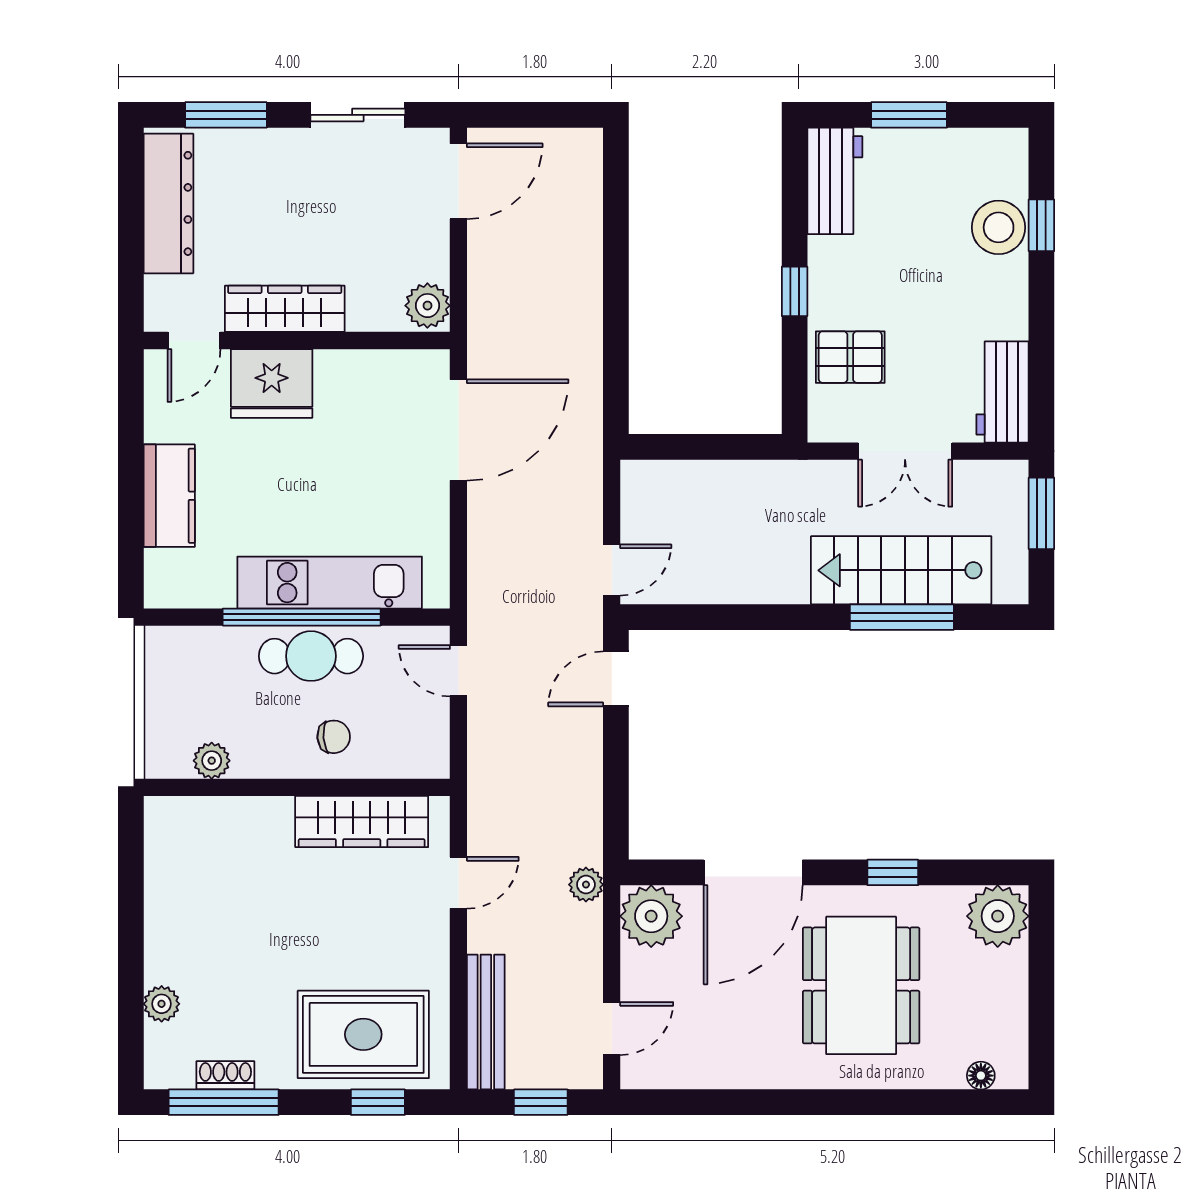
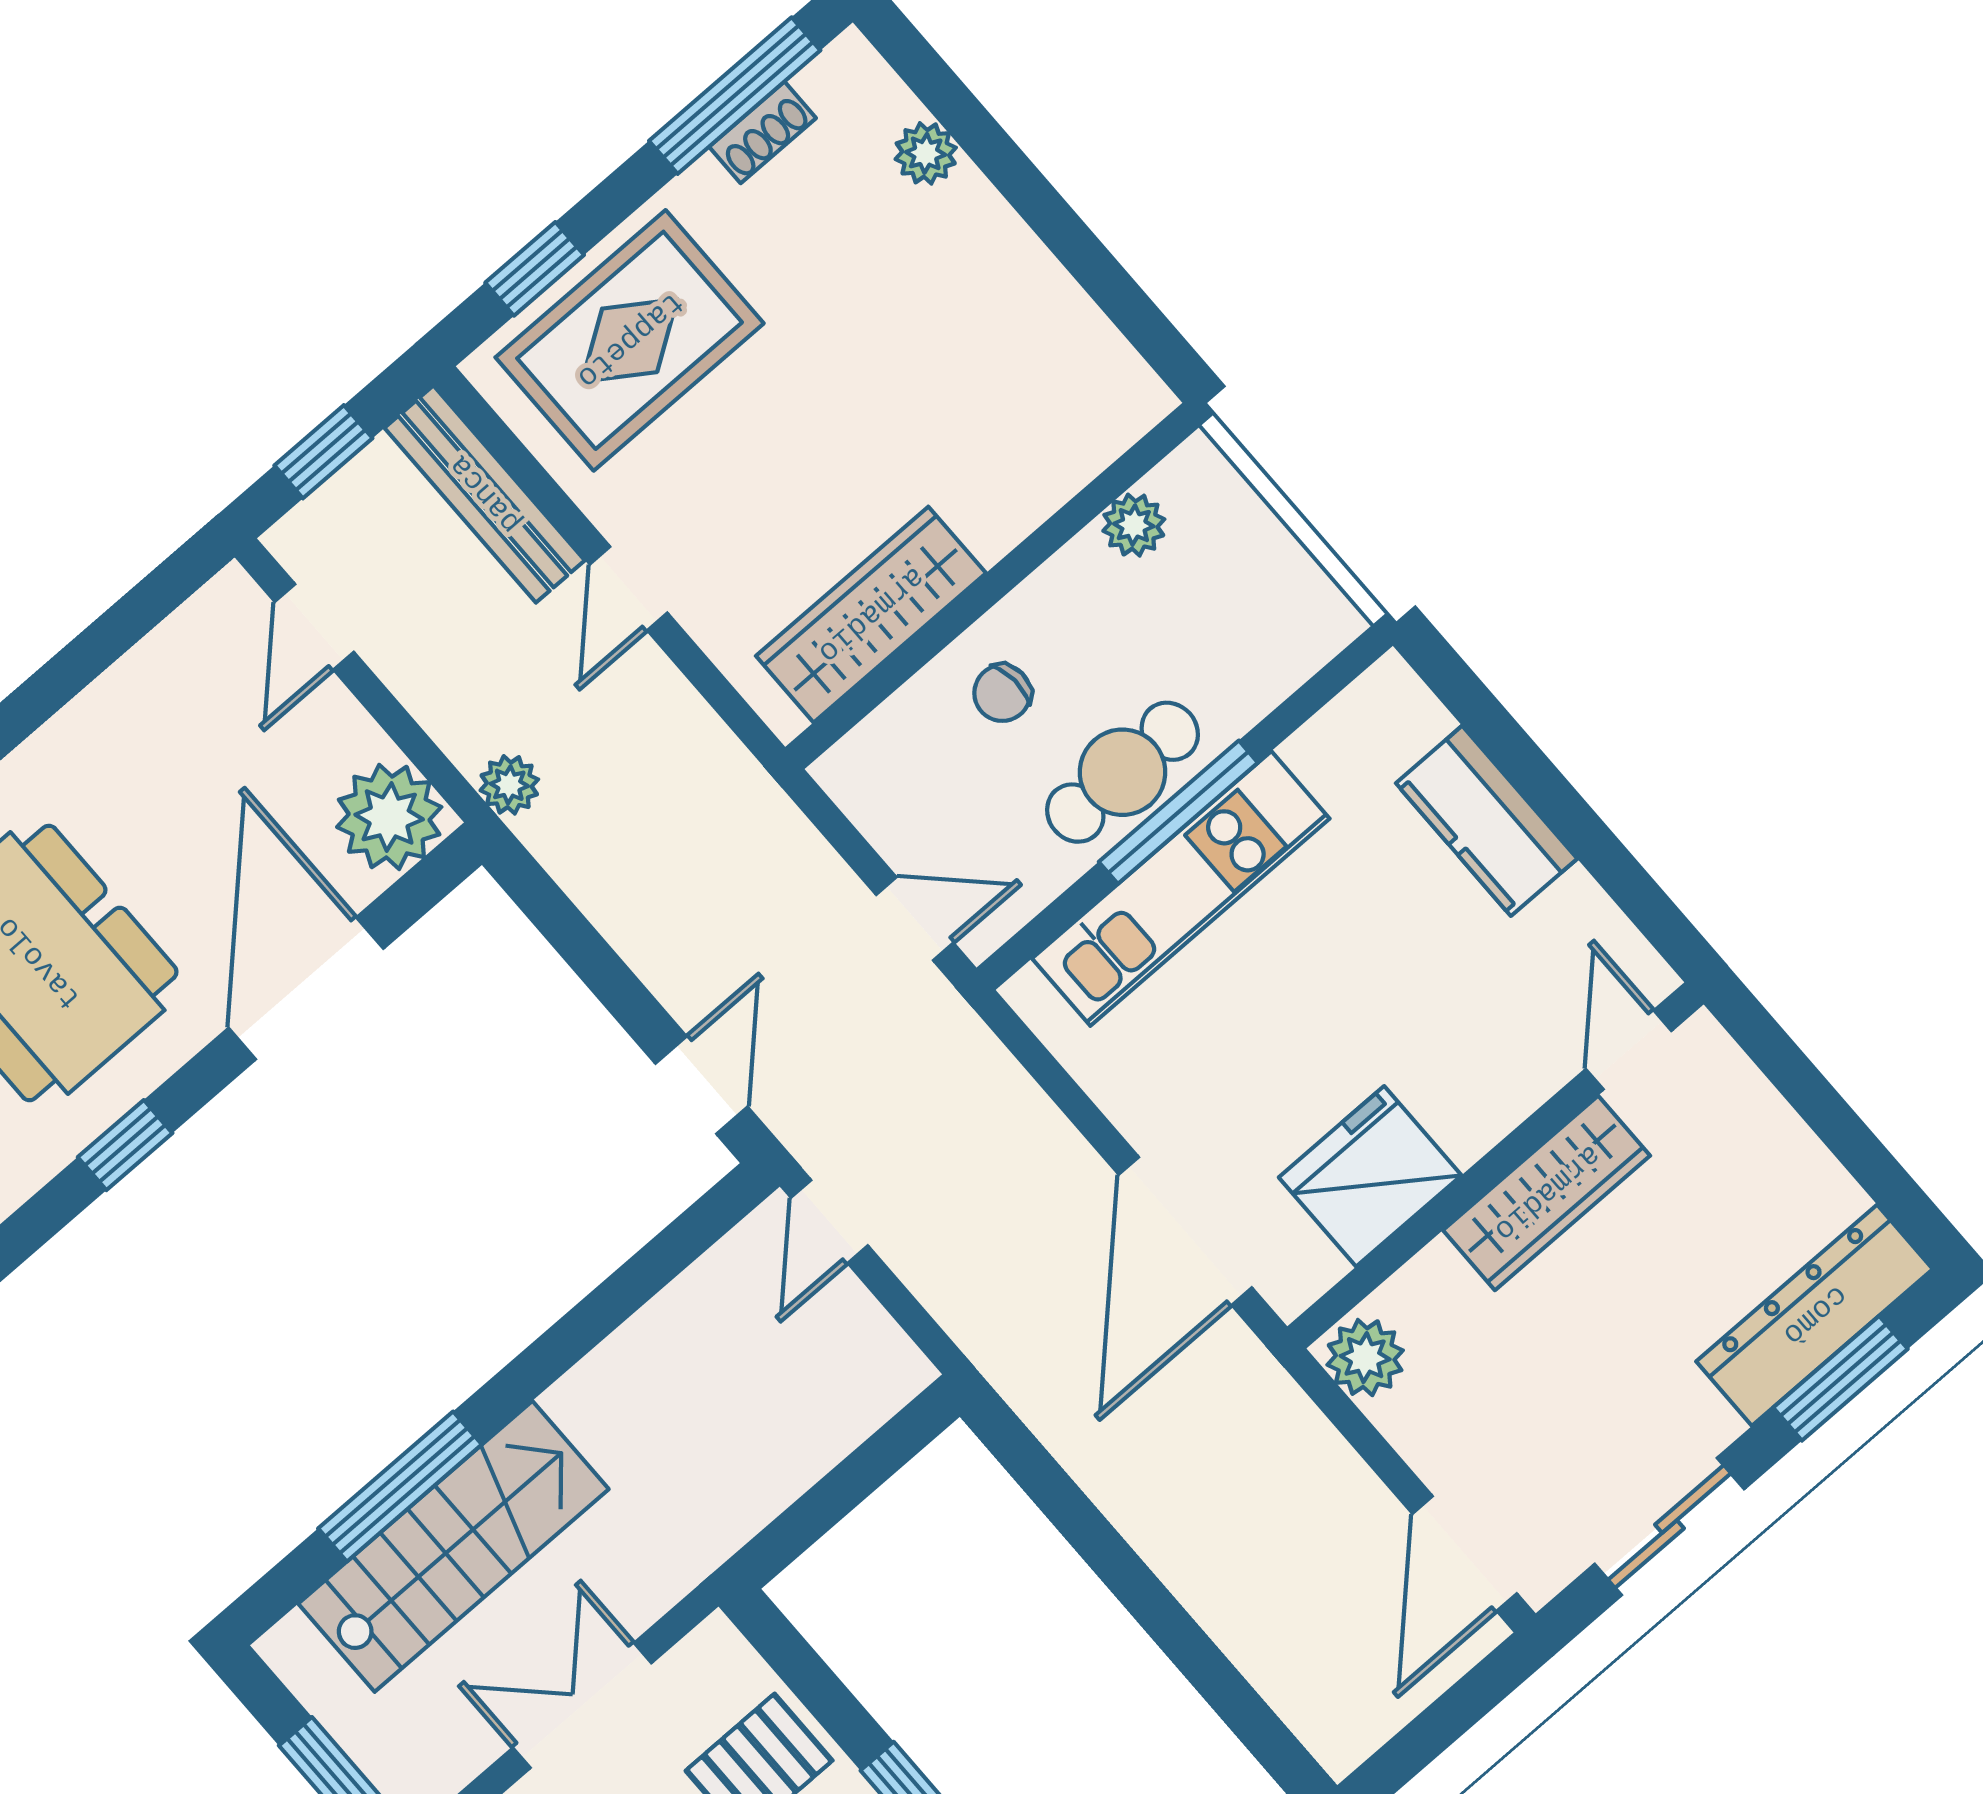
dresser: (168, 203) -> (1815, 1315), moved, turned 90
fridge: (272, 383) -> (1370, 1176), moved
window: (302, 617) -> (1178, 812), width x0.68
door: (458, 883) -> (629, 588), moved

